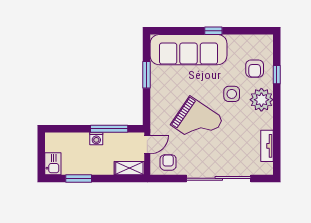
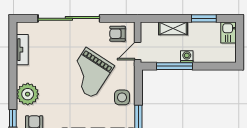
side table: (232, 94) -> (122, 97), moved
grand piano: (197, 122) -> (90, 73), turned -91
armchair: (168, 162) -> (118, 34), turned 90
shelving: (129, 168) -> (173, 28), moved

